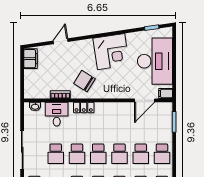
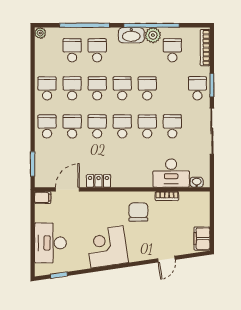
desk: (155, 61) -> (50, 243), width x0.73, depth x0.77
chair: (84, 81) -> (138, 212), turned -122
locker: (84, 108) -> (98, 181), moved
desk: (57, 114) -> (171, 173), width x1.37

